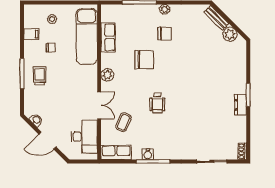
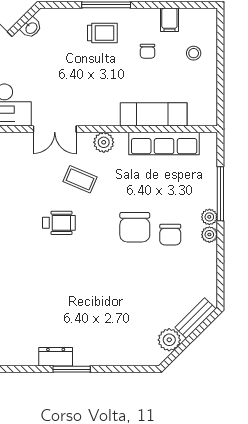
plant: (154, 9) -> (209, 217), added
exam couch: (87, 36) -> (154, 114), width x0.73, depth x0.69
row of seats: (108, 37) -> (164, 143), width x1.48
chair: (144, 60) -> (135, 227), moved
wheelchair: (157, 103) -> (59, 223), turned 180
coffee table: (123, 122) -> (80, 179), moved

